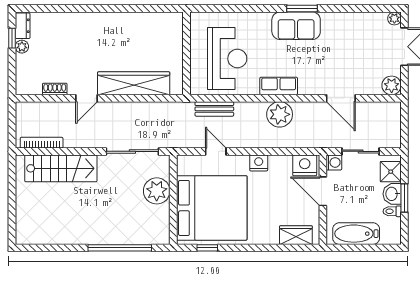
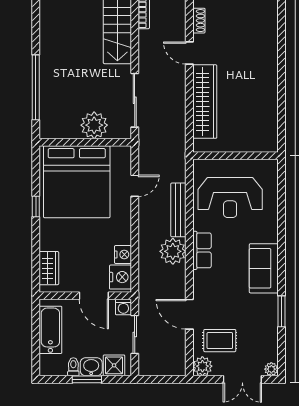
window: (302, 8) -> (281, 311), moved
rug: (366, 69) -> (220, 341), added
door: (341, 98) -> (189, 314), hinge flipped
bench: (214, 109) -> (178, 210), moved, width x1.36
nightstand: (259, 163) -> (123, 254), moved
door: (323, 191) -> (94, 296), swing flipped
window: (207, 248) -> (36, 207), moved

